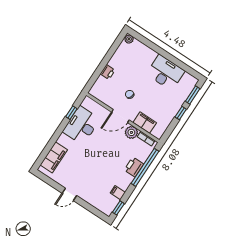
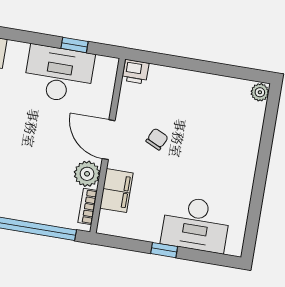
printer: (108, 72) -> (136, 72), moved
desk: (165, 73) -> (196, 224), moved, turned 90
window: (193, 95) -> (208, 257), removed
printer: (134, 167) -> (24, 207), removed

